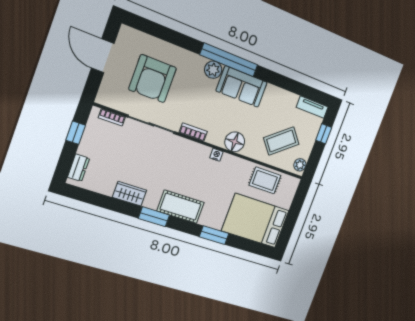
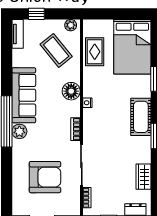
sofa: (242, 87) -> (24, 95), width x1.36
wardrobe: (130, 194) -> (143, 177), moved

